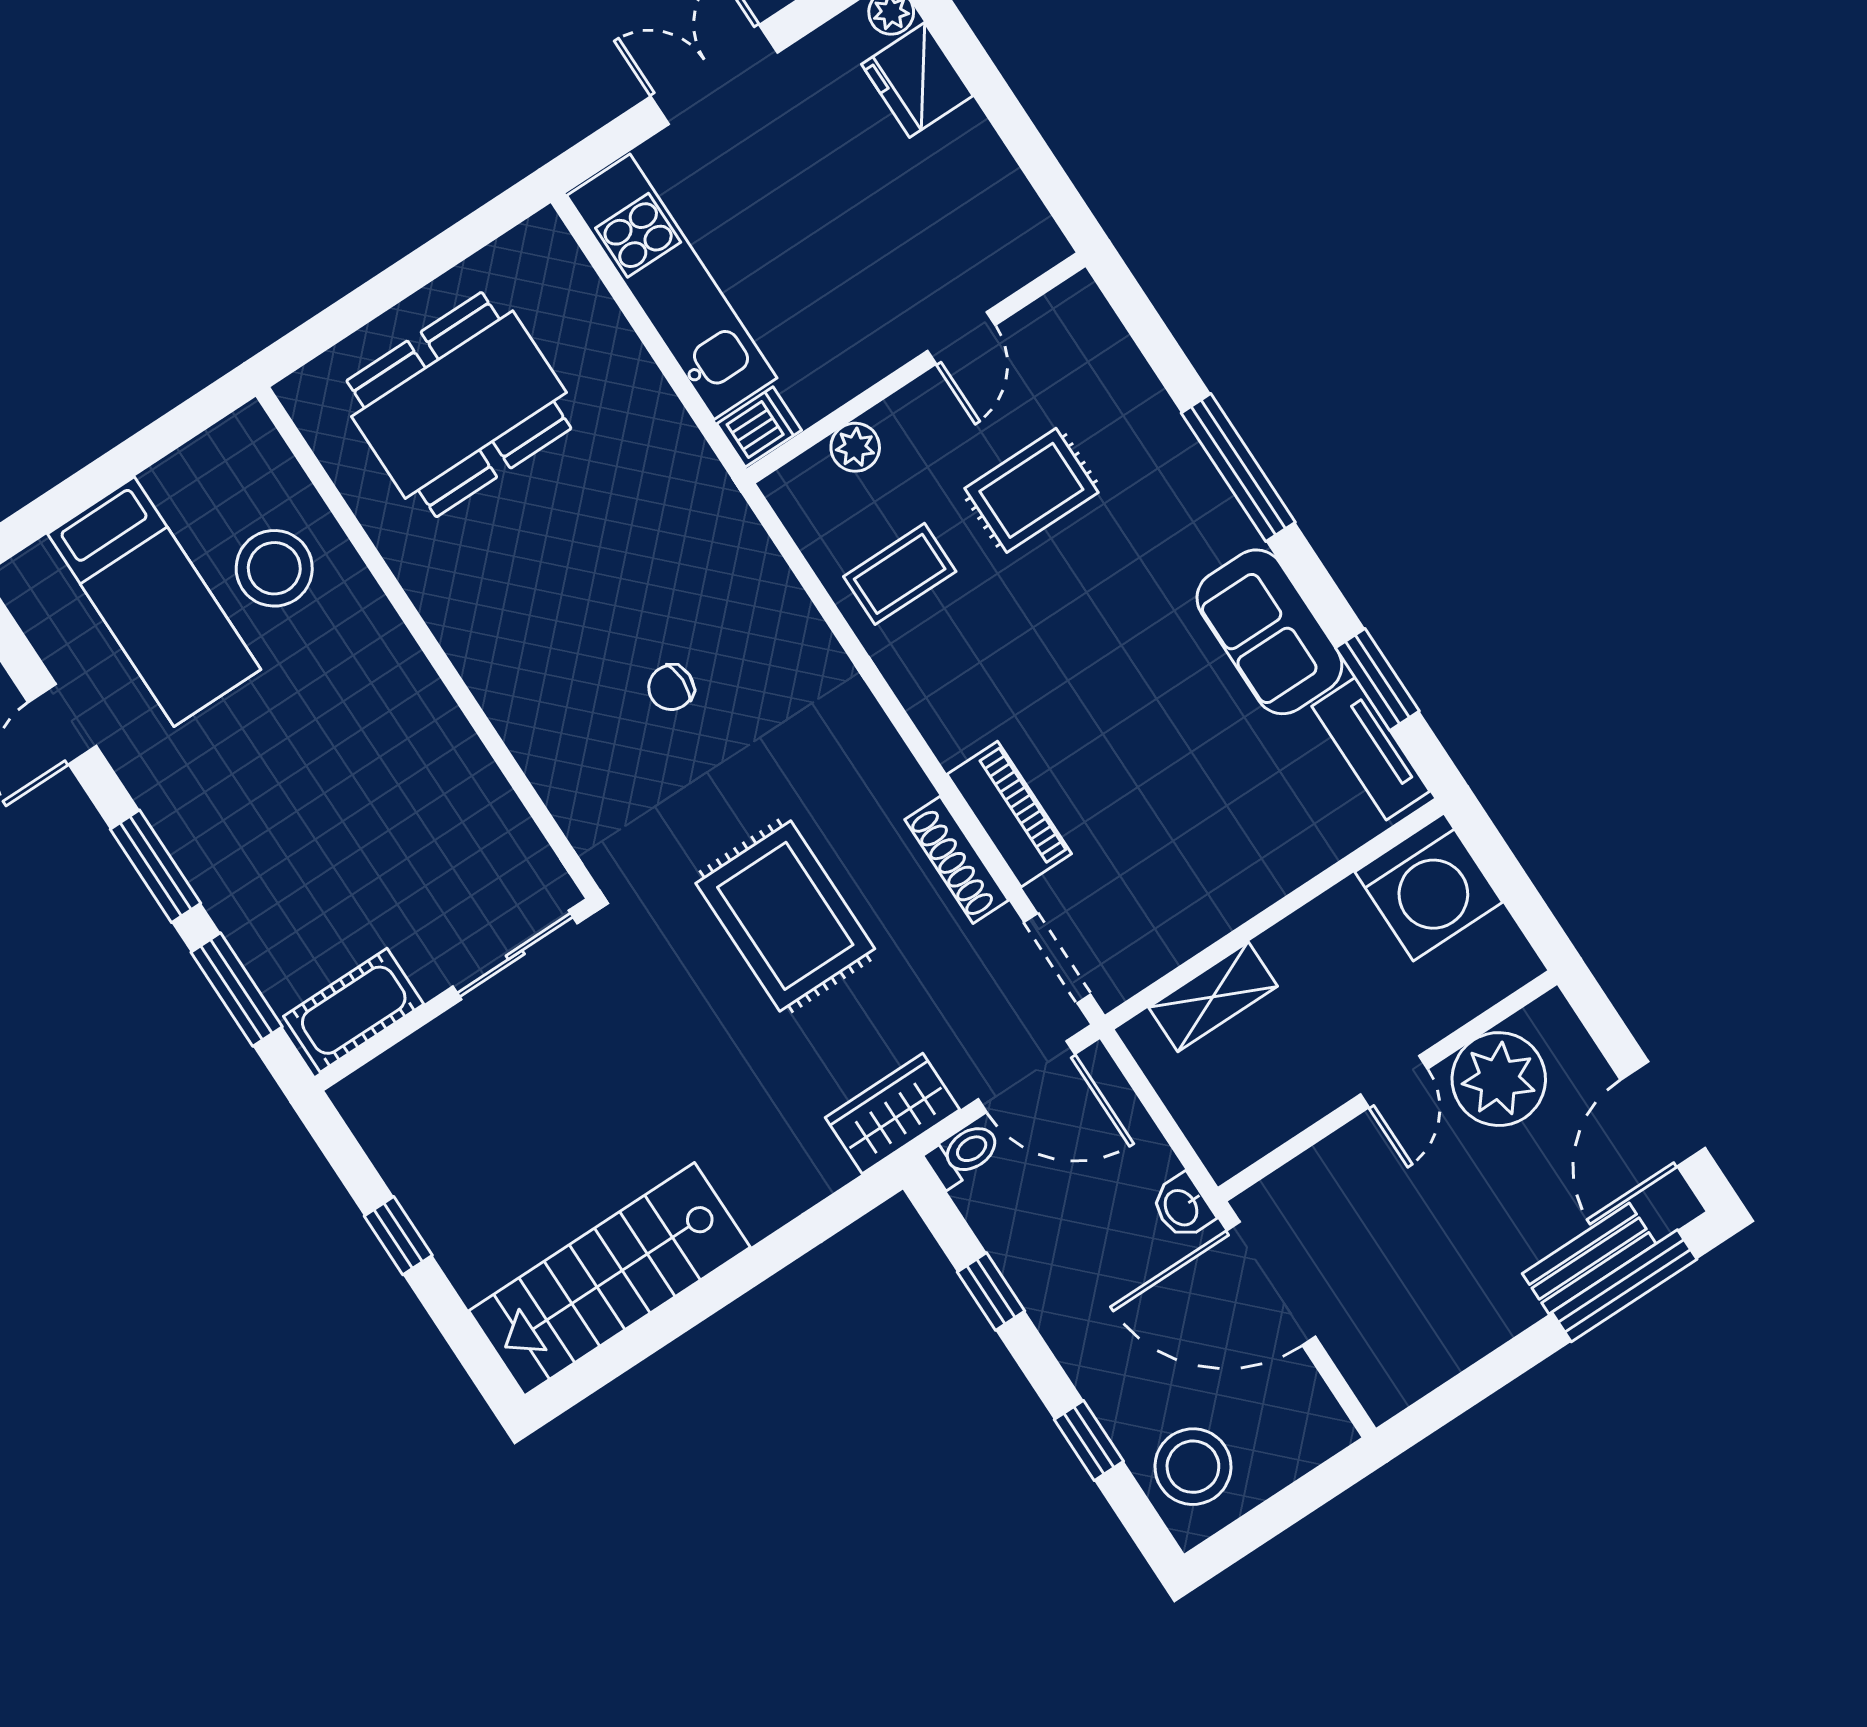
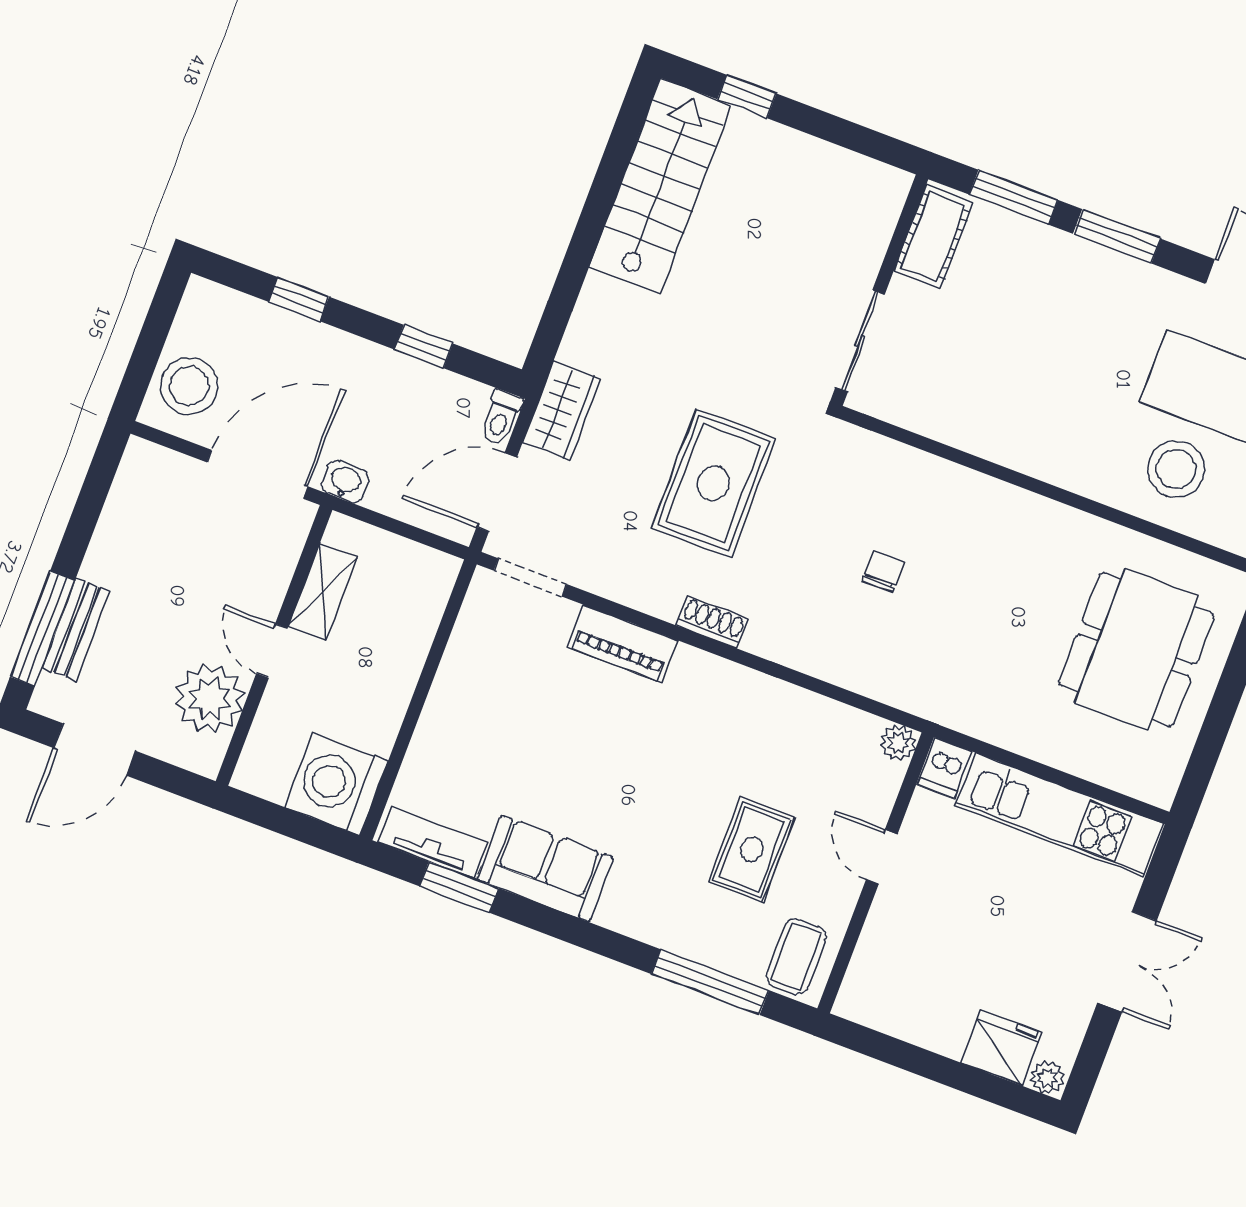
door: (961, 338) -> (882, 857), moved
plant: (855, 447) -> (898, 743), moved
window: (1238, 468) -> (710, 982), moved
coffee table: (900, 574) -> (796, 957), moved
shoe rack: (957, 860) -> (712, 622), moved, width x0.70
rug: (785, 916) -> (714, 483), turned 90
shelving: (1213, 997) -> (323, 592), moved
door: (1663, 1114) -> (95, 750), swing flipped
window: (398, 1236) -> (747, 96), moved
stool: (1193, 1467) -> (189, 386), moved

